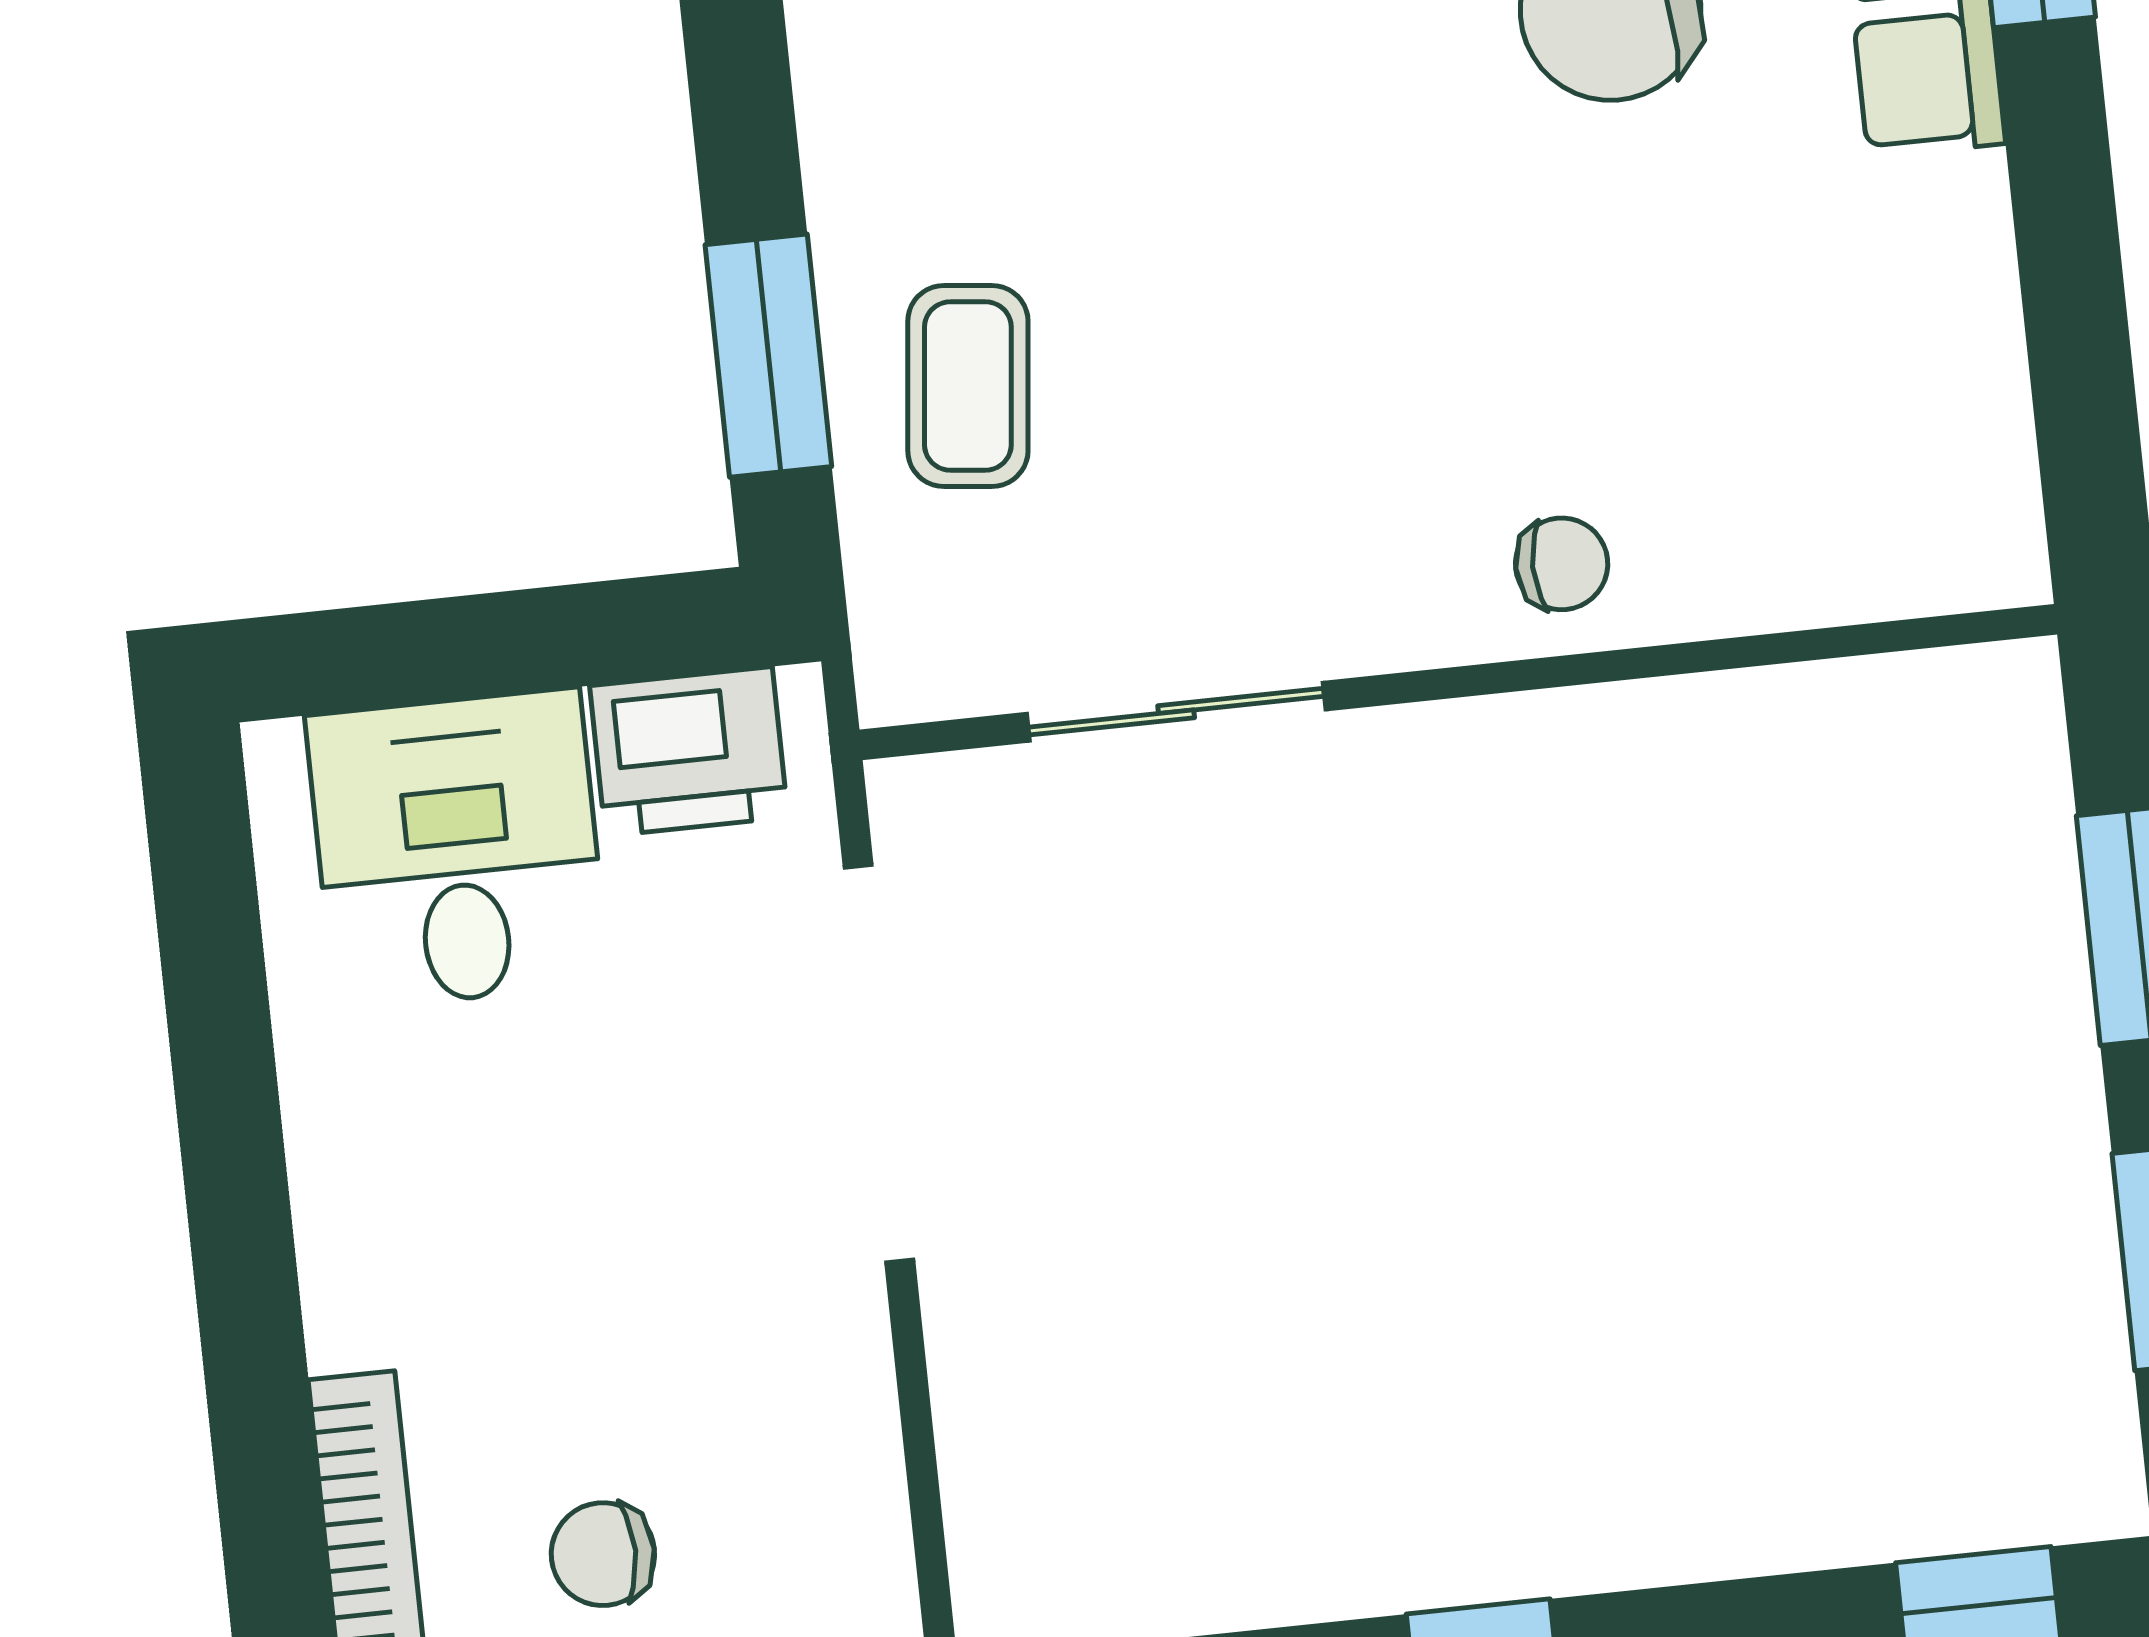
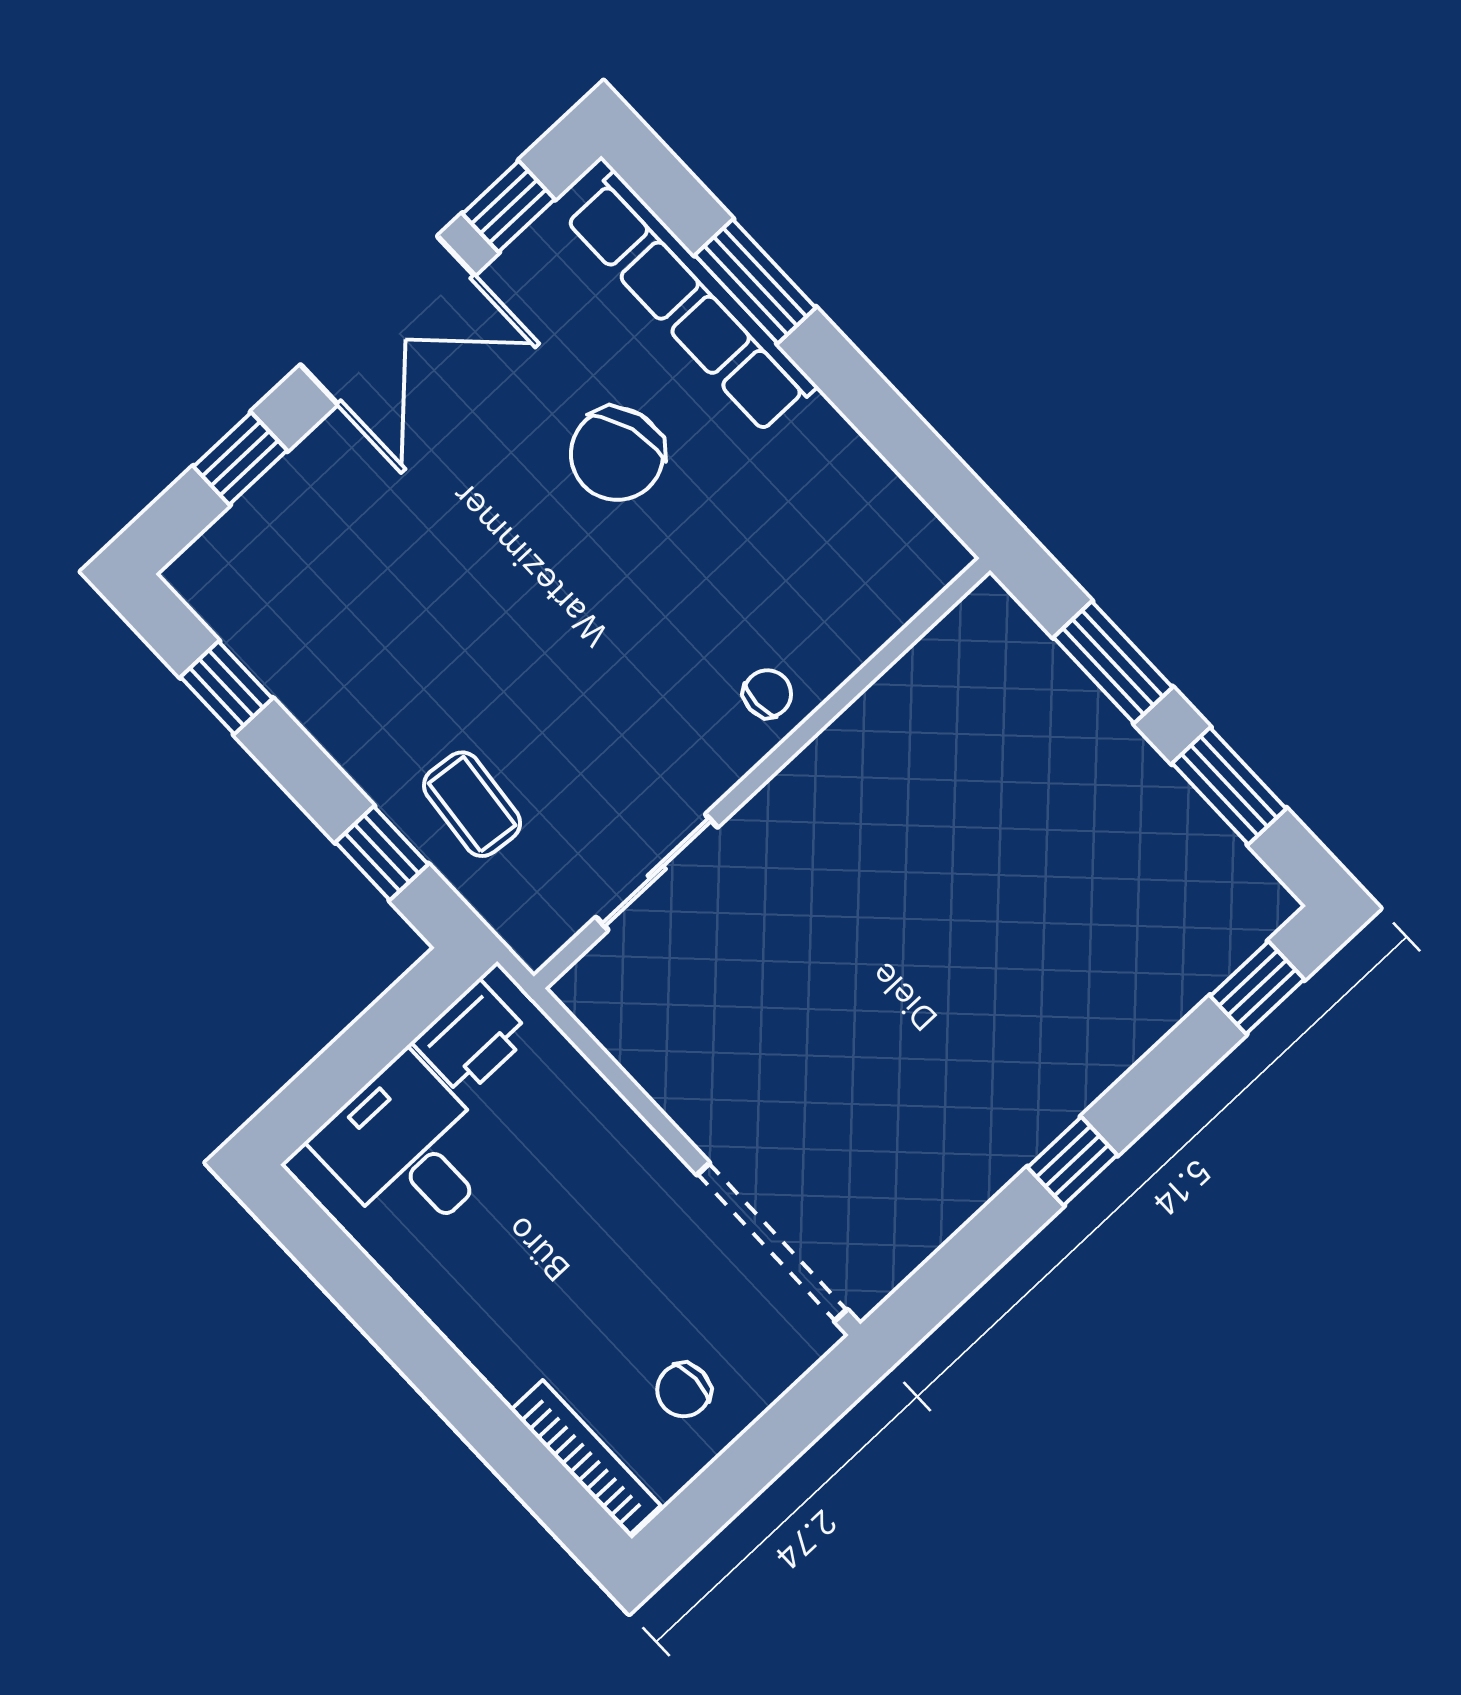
window: (768, 356) -> (382, 853), width x0.67
doorway: (879, 1064) -> (772, 1242), moved

